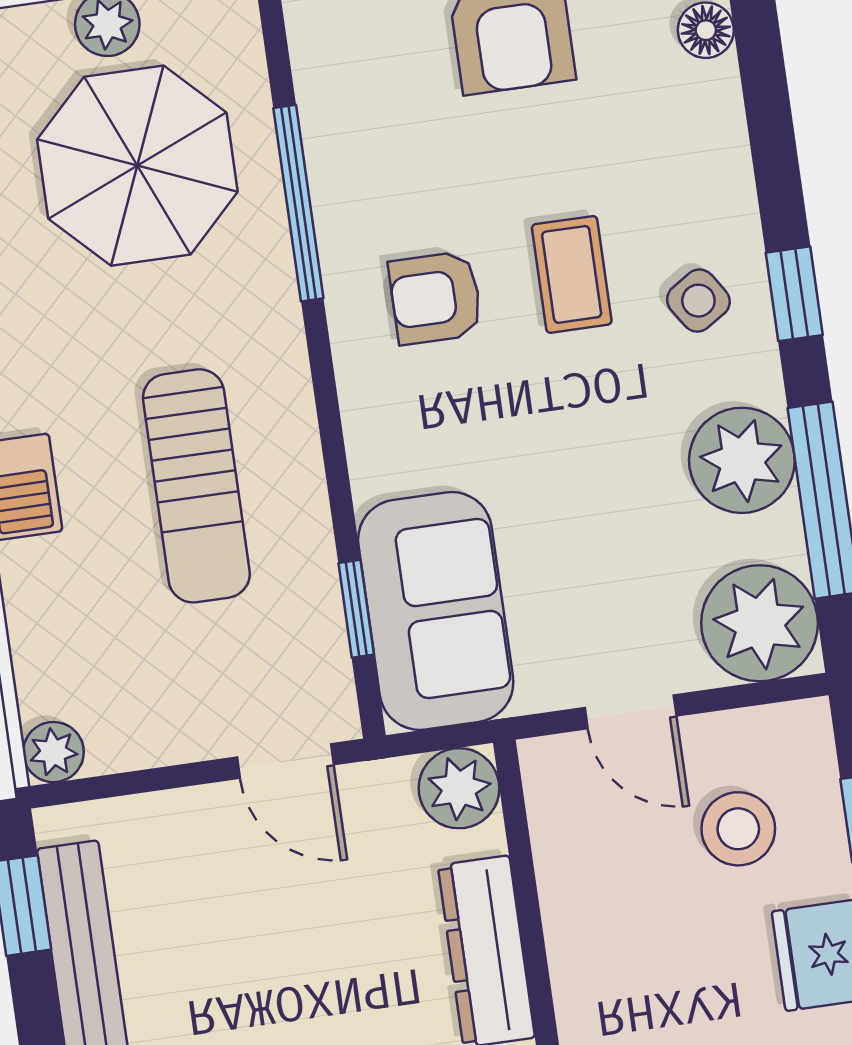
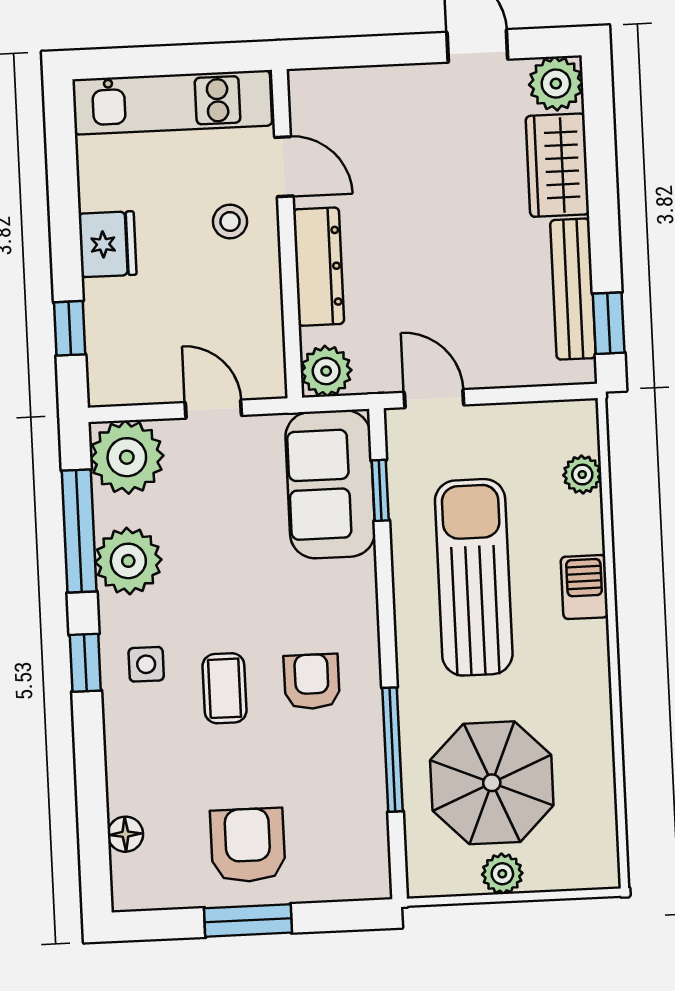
armchair: (436, 298) -> (312, 682), turned -90
side table: (698, 301) -> (146, 664), turned 33
sun lounger: (196, 486) -> (474, 577), width x1.36, depth x1.34
plant: (53, 752) -> (582, 475), moved
stool: (738, 829) -> (230, 222), moved, width x0.73, depth x0.73

